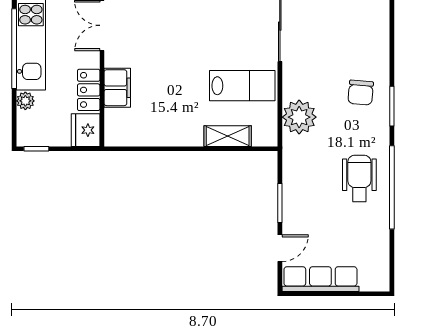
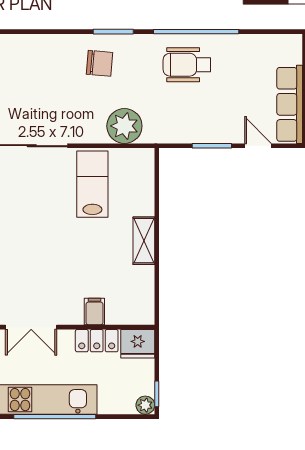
filing cabinet: (117, 88) -> (94, 311), width x0.50
plant: (25, 101) -> (145, 405), moved
shelving: (228, 136) -> (144, 241), moved

